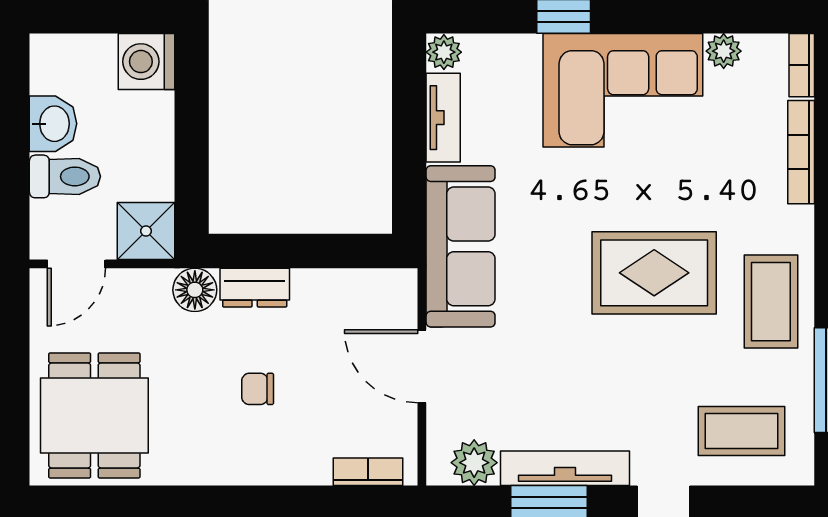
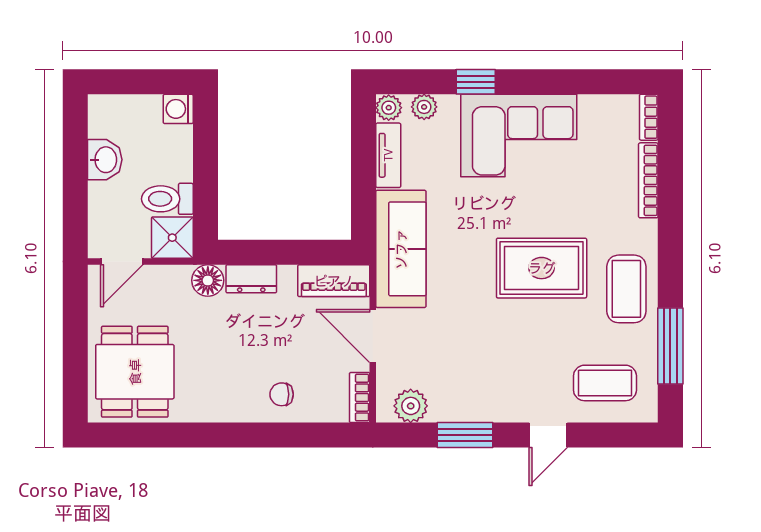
plant: (724, 51) -> (424, 107), moved
washing machine: (146, 62) -> (178, 109), width x0.73, depth x0.73
toilet: (65, 176) -> (167, 199), moved, turned 180
piano: (368, 290) -> (334, 281), added
chair: (258, 389) -> (282, 394), moved
tv unit: (565, 468) -> (477, 410), removed
bookcase: (368, 472) -> (360, 398), moved, turned -90

